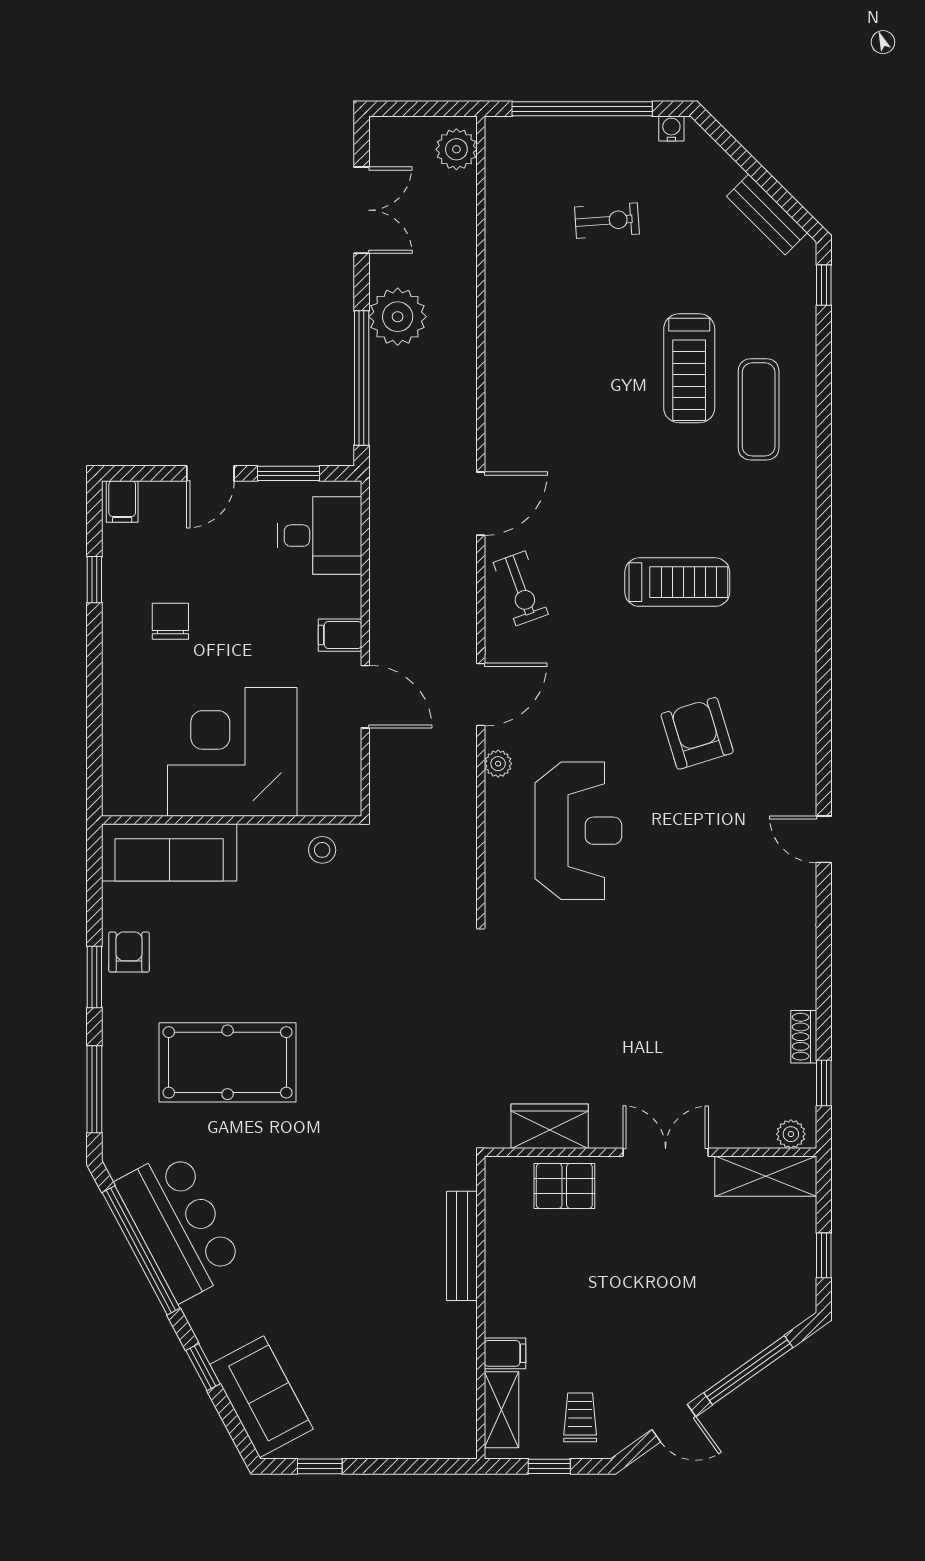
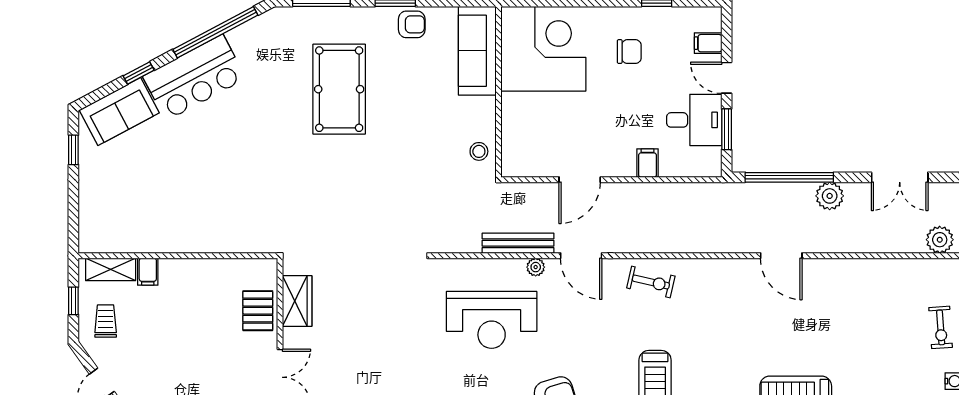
exercise bike: (607, 221) -> (941, 327), moved
plant: (398, 317) -> (830, 196), width x0.73, depth x0.73
filing cabinet: (122, 502) -> (708, 43), moved
door: (481, 504) -> (781, 256), moved
desk: (320, 536) -> (694, 120), moved, turned -90
exercise bike: (521, 588) -> (651, 282), turned -147
filing cabinet: (340, 635) -> (647, 163), moved
corner desk: (232, 752) -> (543, 49), moved
bar counter: (179, 1225) -> (194, 77), moved
bench: (462, 1246) -> (518, 243), moved
trolley: (580, 1417) -> (106, 321), turned -90

